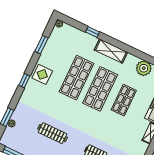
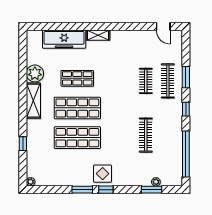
window: (42, 45) -> (82, 190), moved
shelving: (111, 51) -> (33, 101), moved
display table: (42, 74) -> (103, 174), moved

